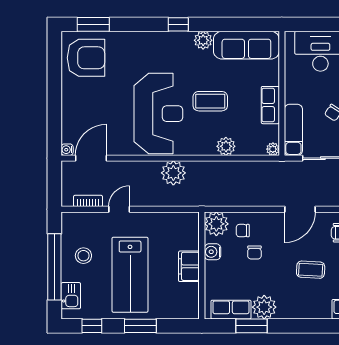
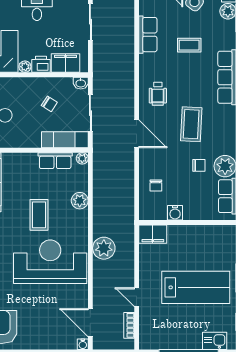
row of seats: (270, 105) -> (55, 161), moved
plant: (216, 224) -> (150, 209), removed
chair: (254, 252) -> (199, 165), moved
stool: (83, 256) -> (179, 329), removed
filing cabinet: (189, 266) -> (153, 234), moved
coffee table: (311, 270) -> (191, 124), width x1.36, depth x1.30

